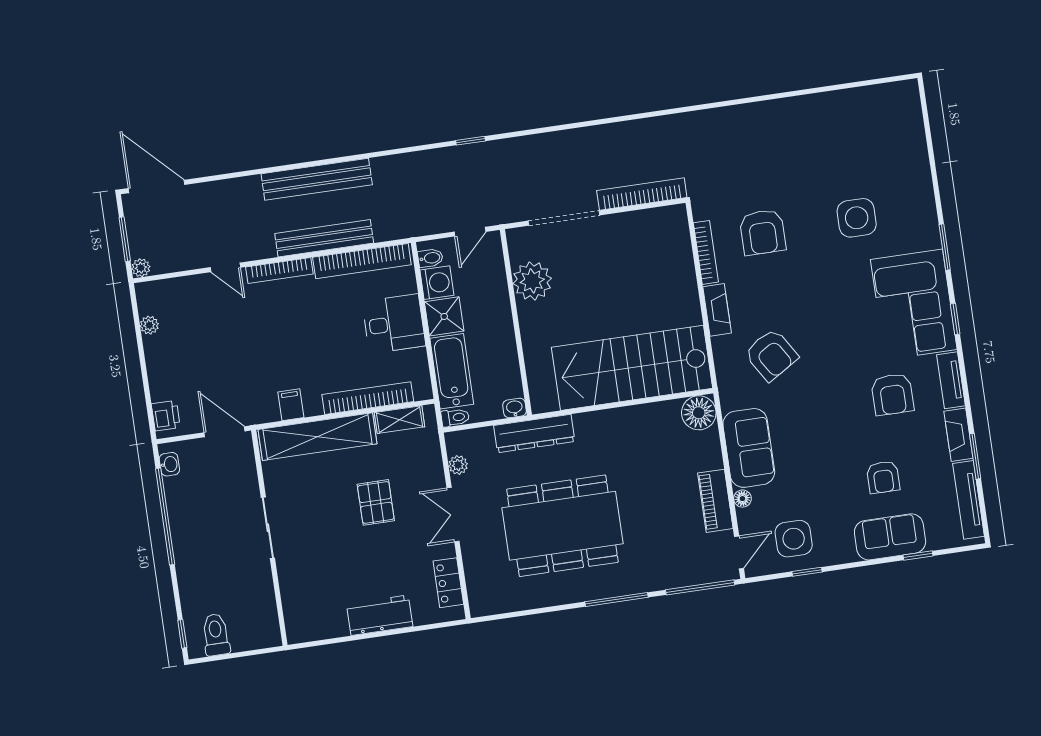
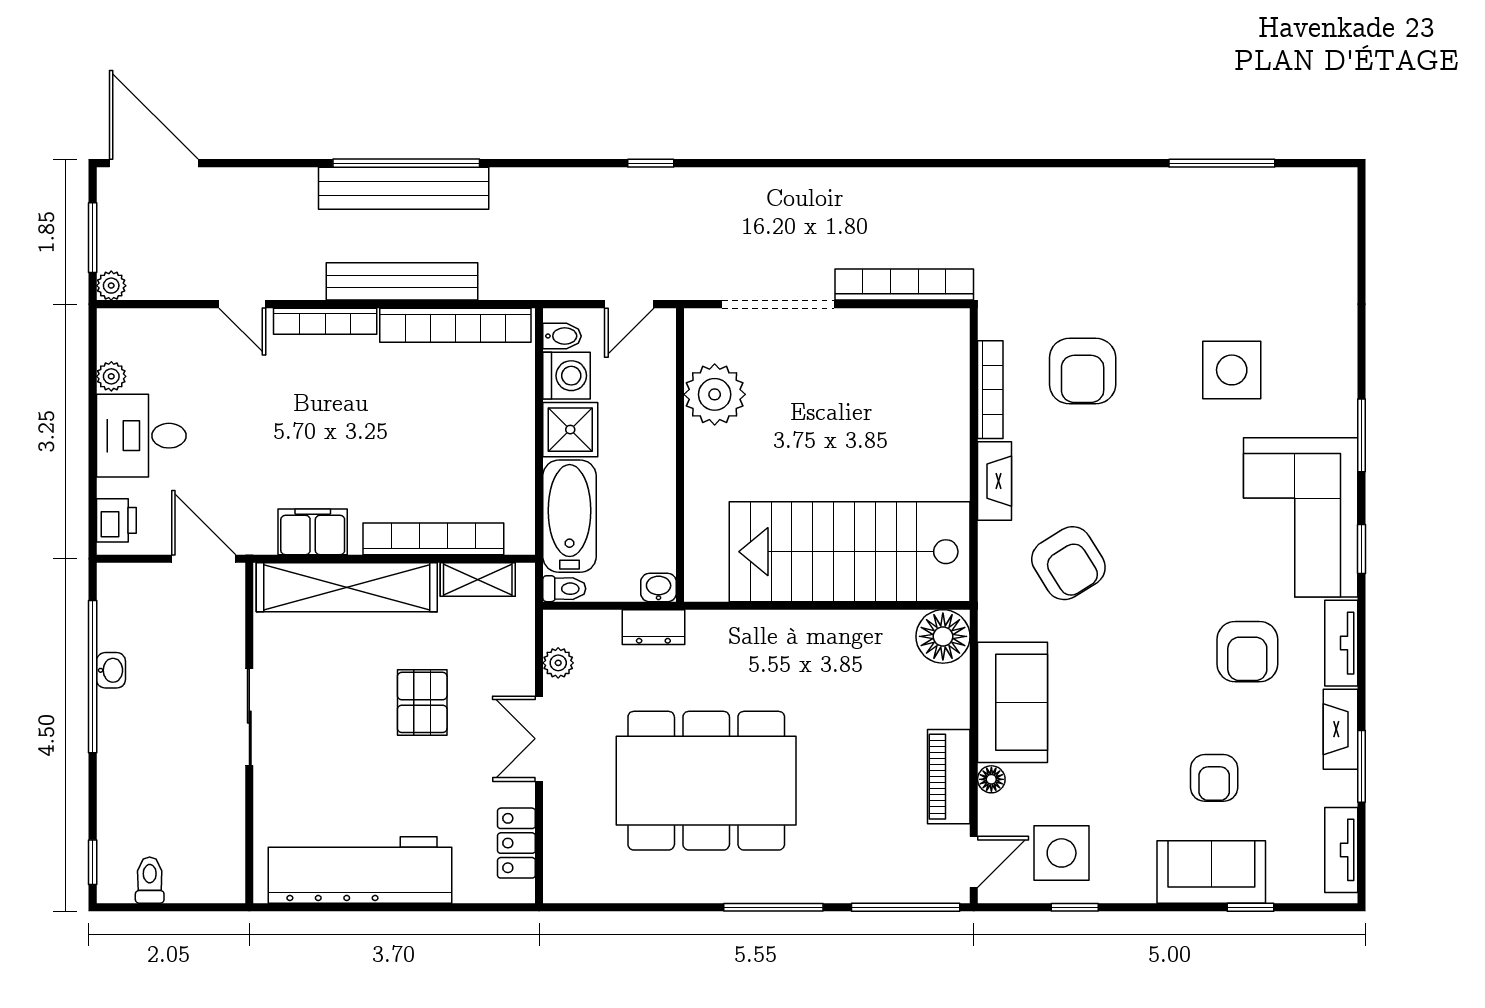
window: (831, 88) -> (1222, 163), added
window: (316, 163) -> (406, 163), added
desk: (394, 324) -> (141, 436), moved, turned 180
filing cabinet: (291, 405) -> (313, 532), width x2.00
dresser: (534, 433) -> (653, 627), width x0.51, depth x0.80
washbasin: (169, 464) -> (111, 670), moved
tv unit: (969, 500) -> (1341, 850), width x0.71
workbench: (380, 615) -> (360, 870), width x1.88, depth x1.32
toilet: (216, 635) -> (150, 880), width x0.73, depth x0.72

